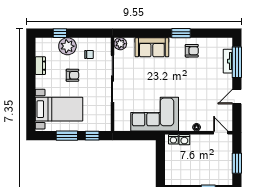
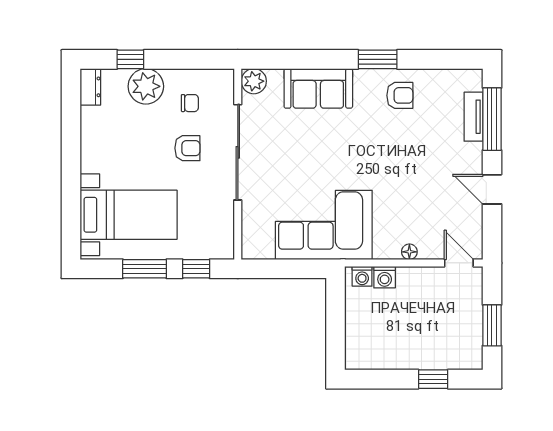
dresser: (40, 66) -> (90, 87), moved
armchair: (72, 75) -> (187, 148), moved
door: (237, 97) -> (492, 189), hinge flipped

